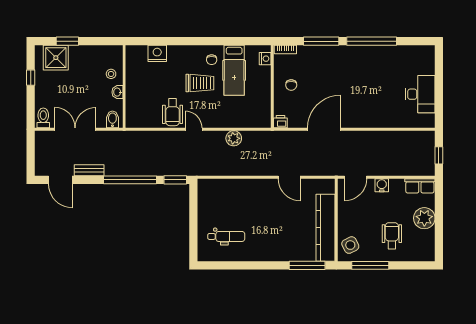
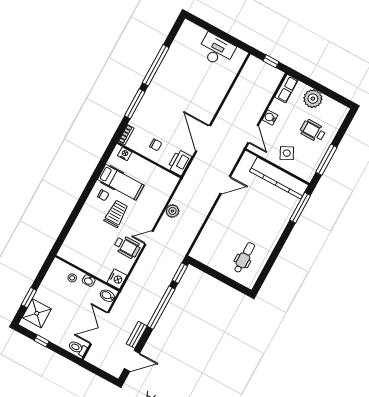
nightstand: (157, 53) -> (117, 279), moved, turned 180
printer: (280, 122) -> (179, 163), width x1.87, depth x1.48
side table: (350, 245) -> (287, 153), moved

